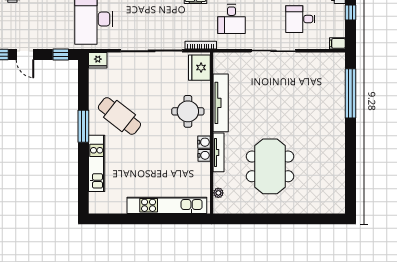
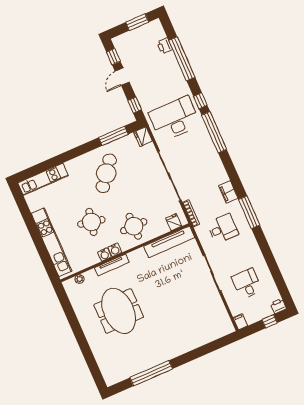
desk: (231, 19) -> (223, 229), turned 180
fridge: (199, 68) -> (174, 222), width x0.53, depth x0.75
window: (351, 93) -> (151, 373), moved
tv unit: (221, 103) -> (169, 242), moved
window: (83, 126) -> (113, 136), moved
round table: (164, 154) -> (91, 222), added
kitchen unit: (97, 163) -> (43, 179), moved
meeting table: (270, 166) -> (119, 311), turned 90

